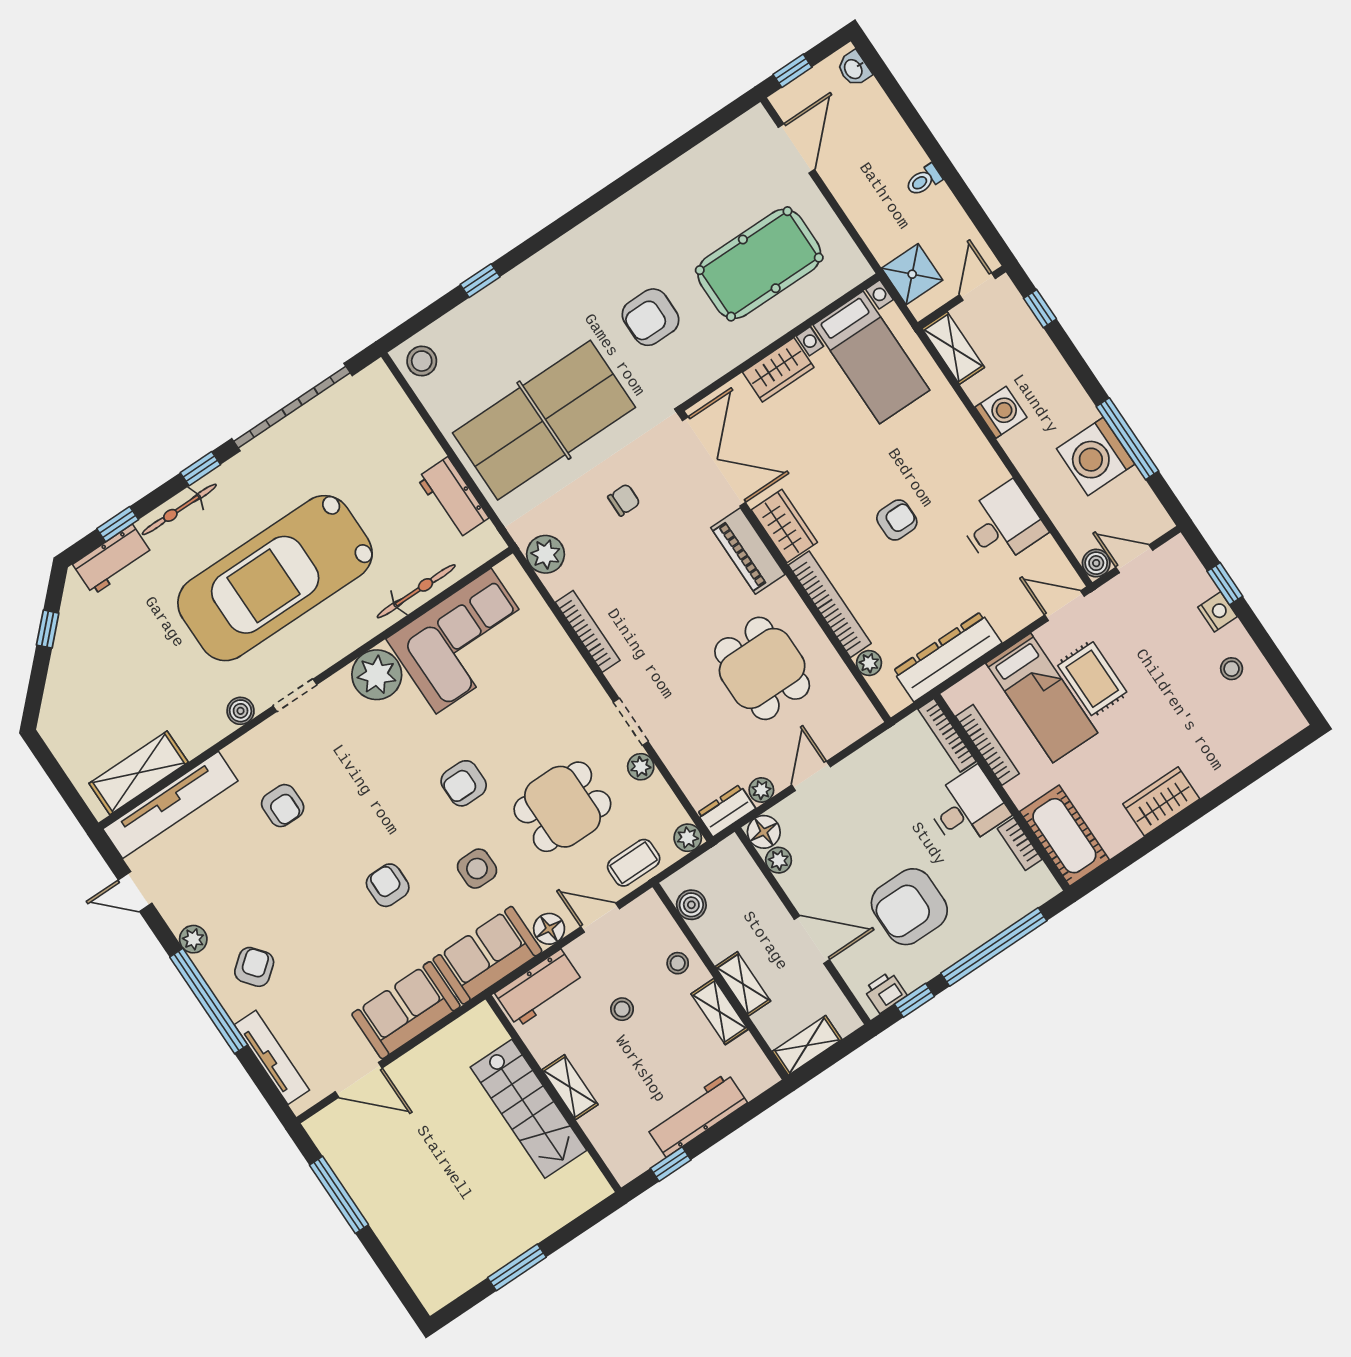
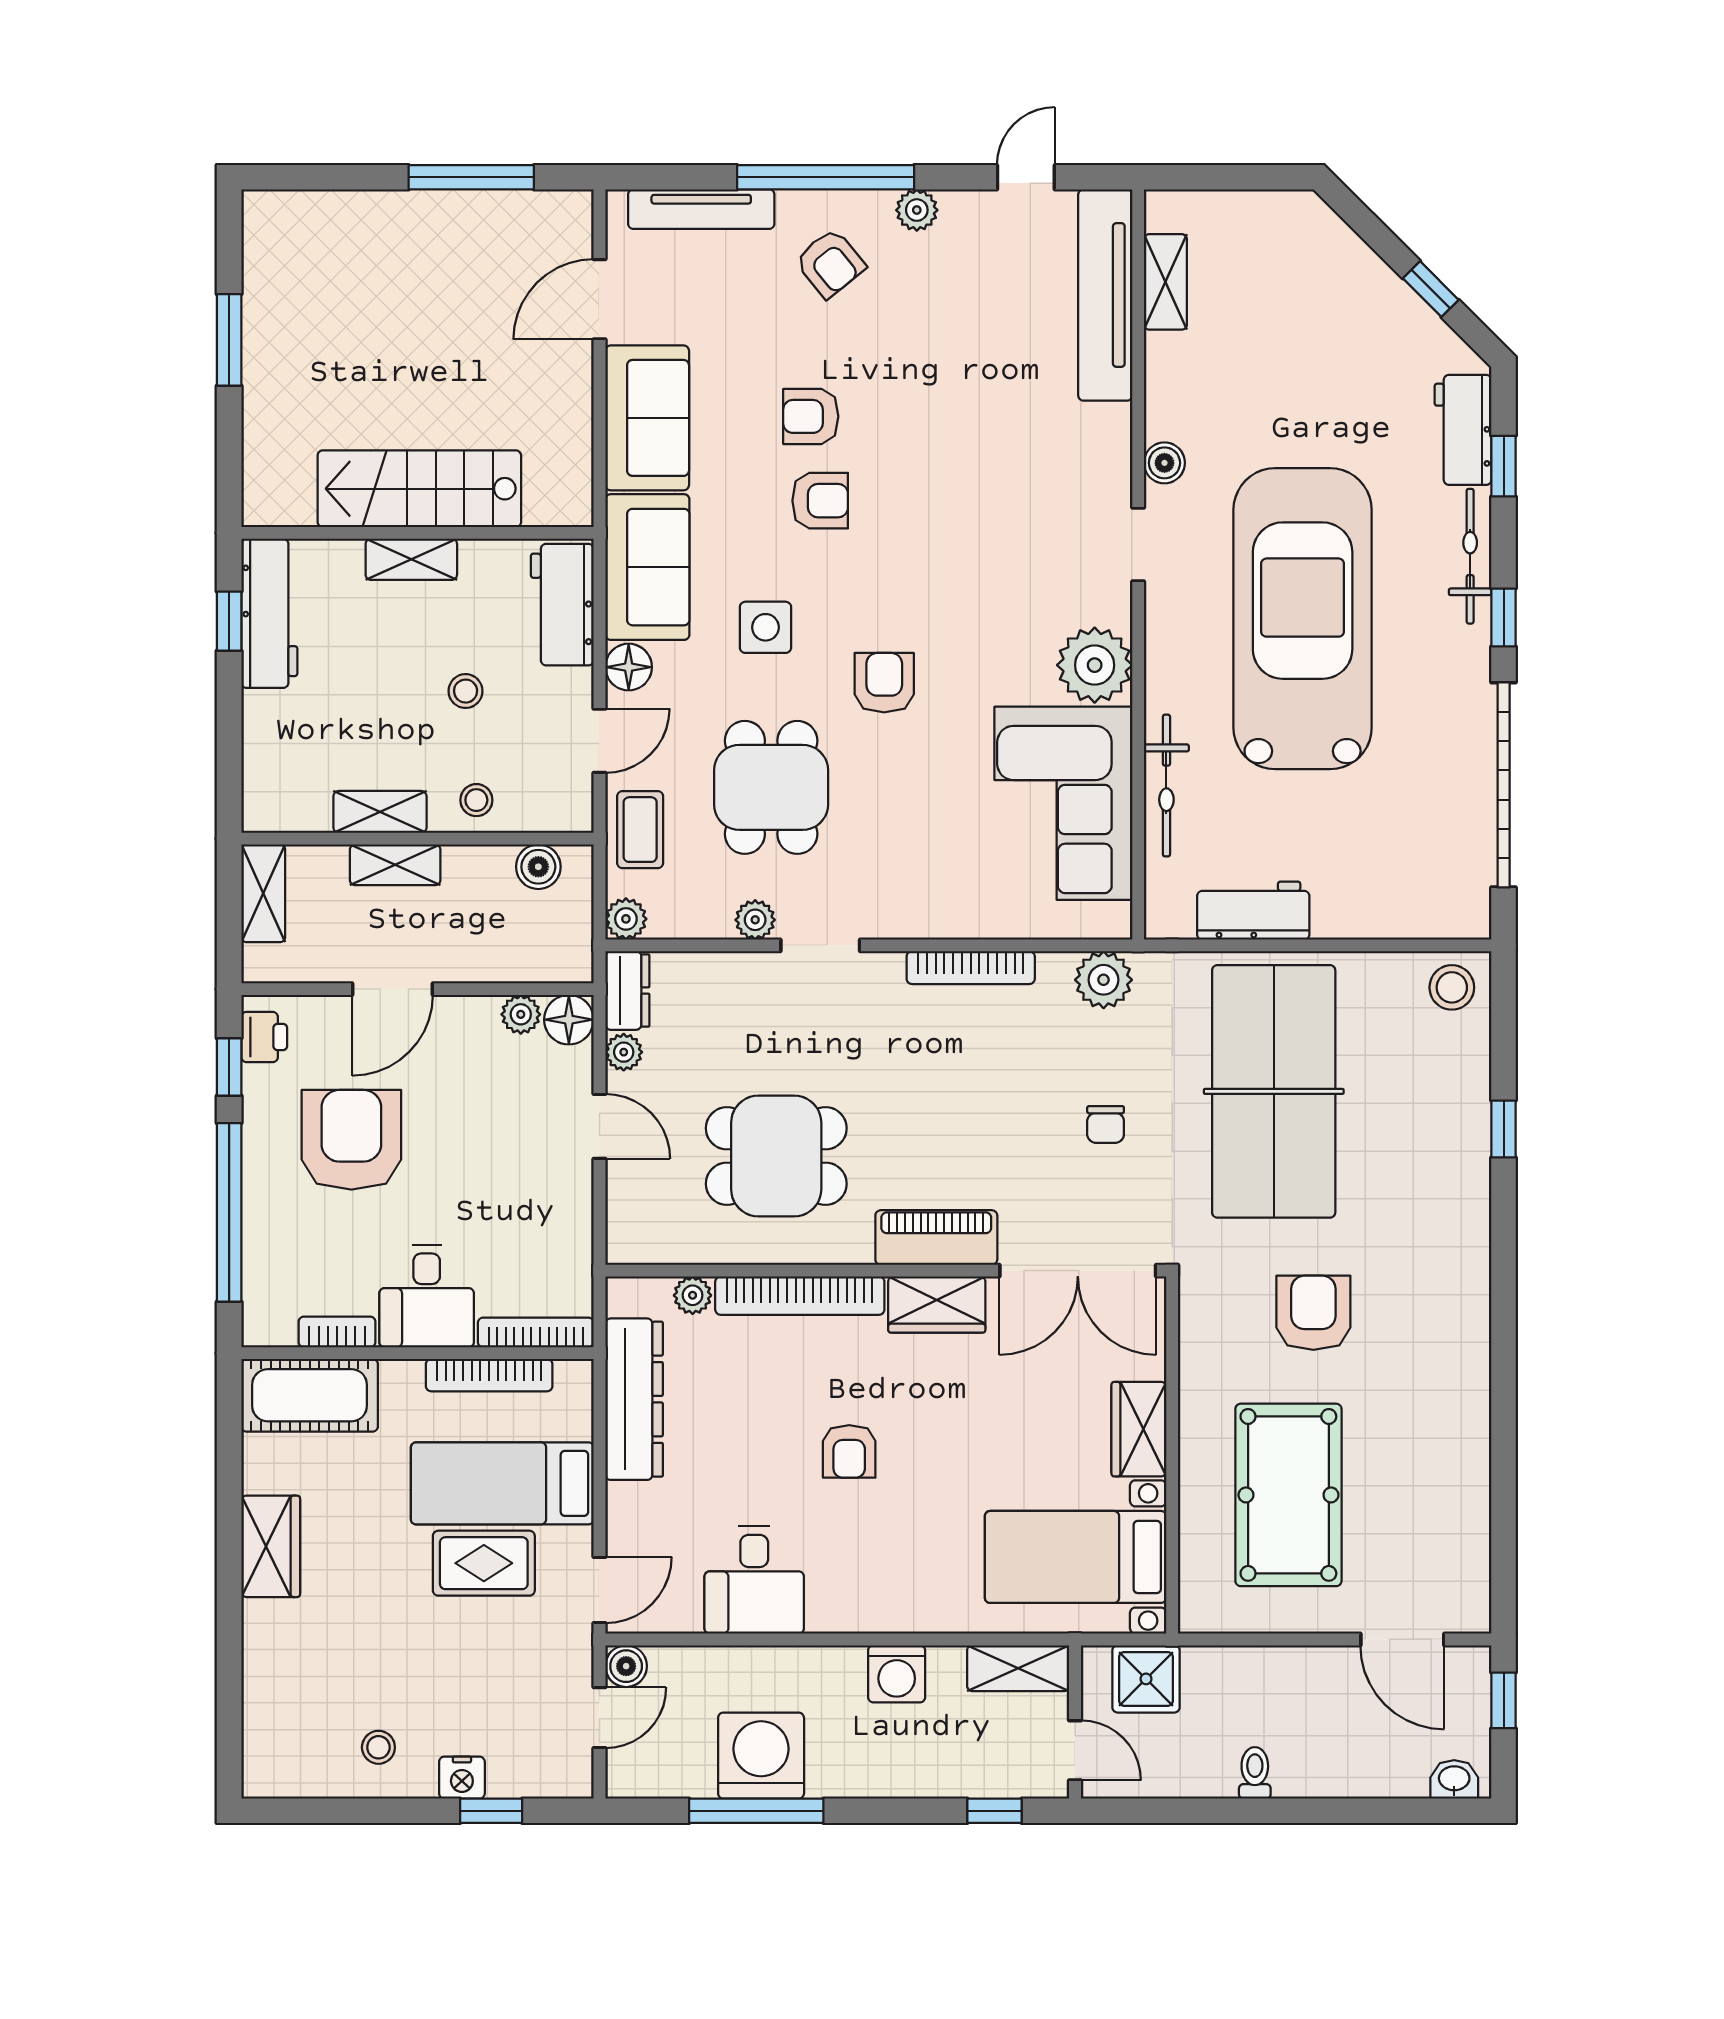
shelving: (139, 773) -> (1165, 282), width x0.67, depth x0.75
armchair: (283, 806) -> (811, 416), moved
workbench: (697, 1115) -> (269, 613), moved

